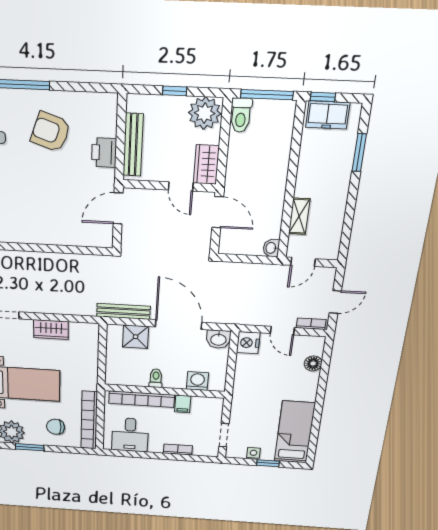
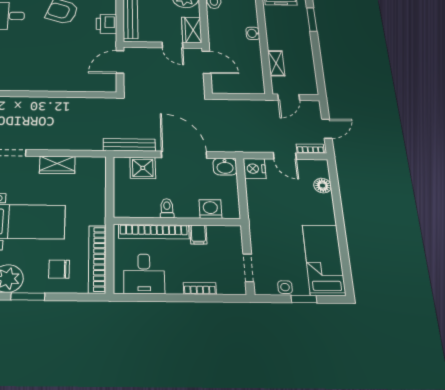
washbasin: (271, 248) -> (253, 33), moved

